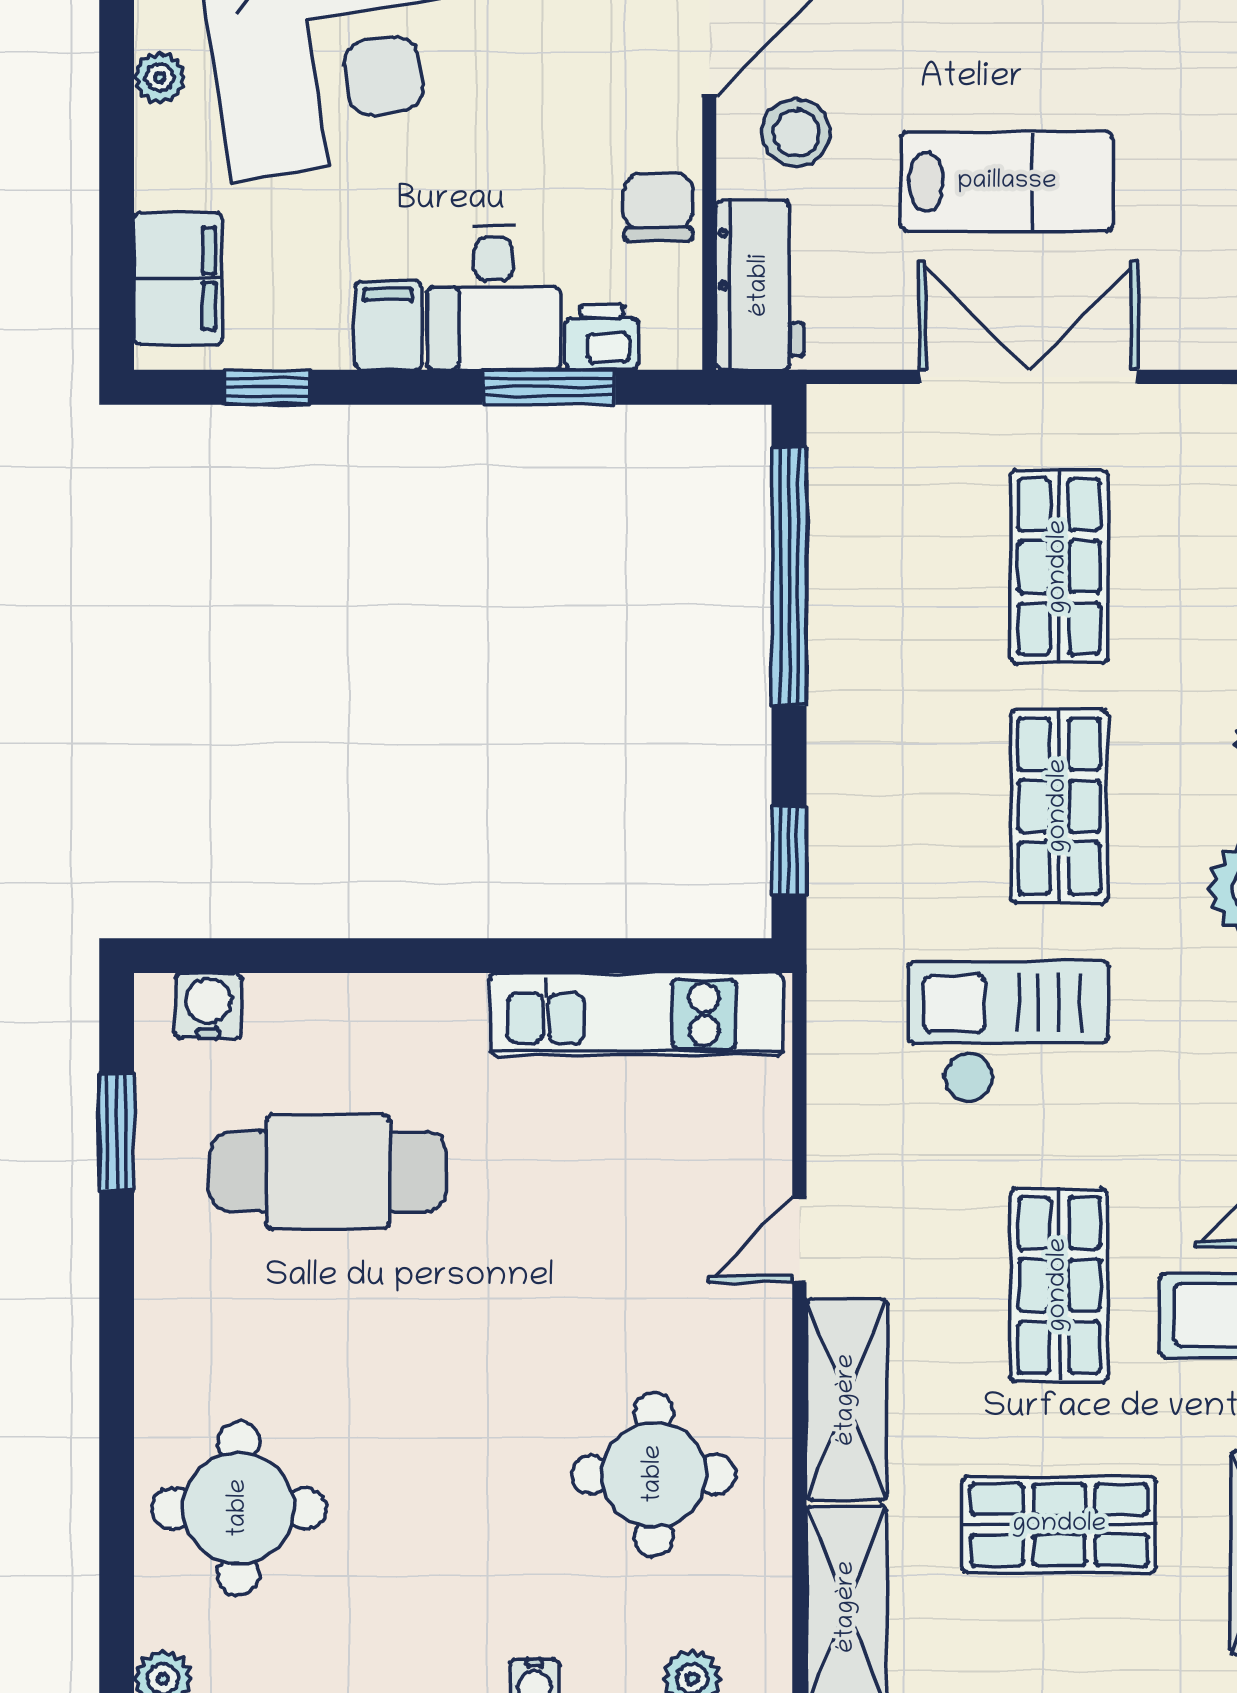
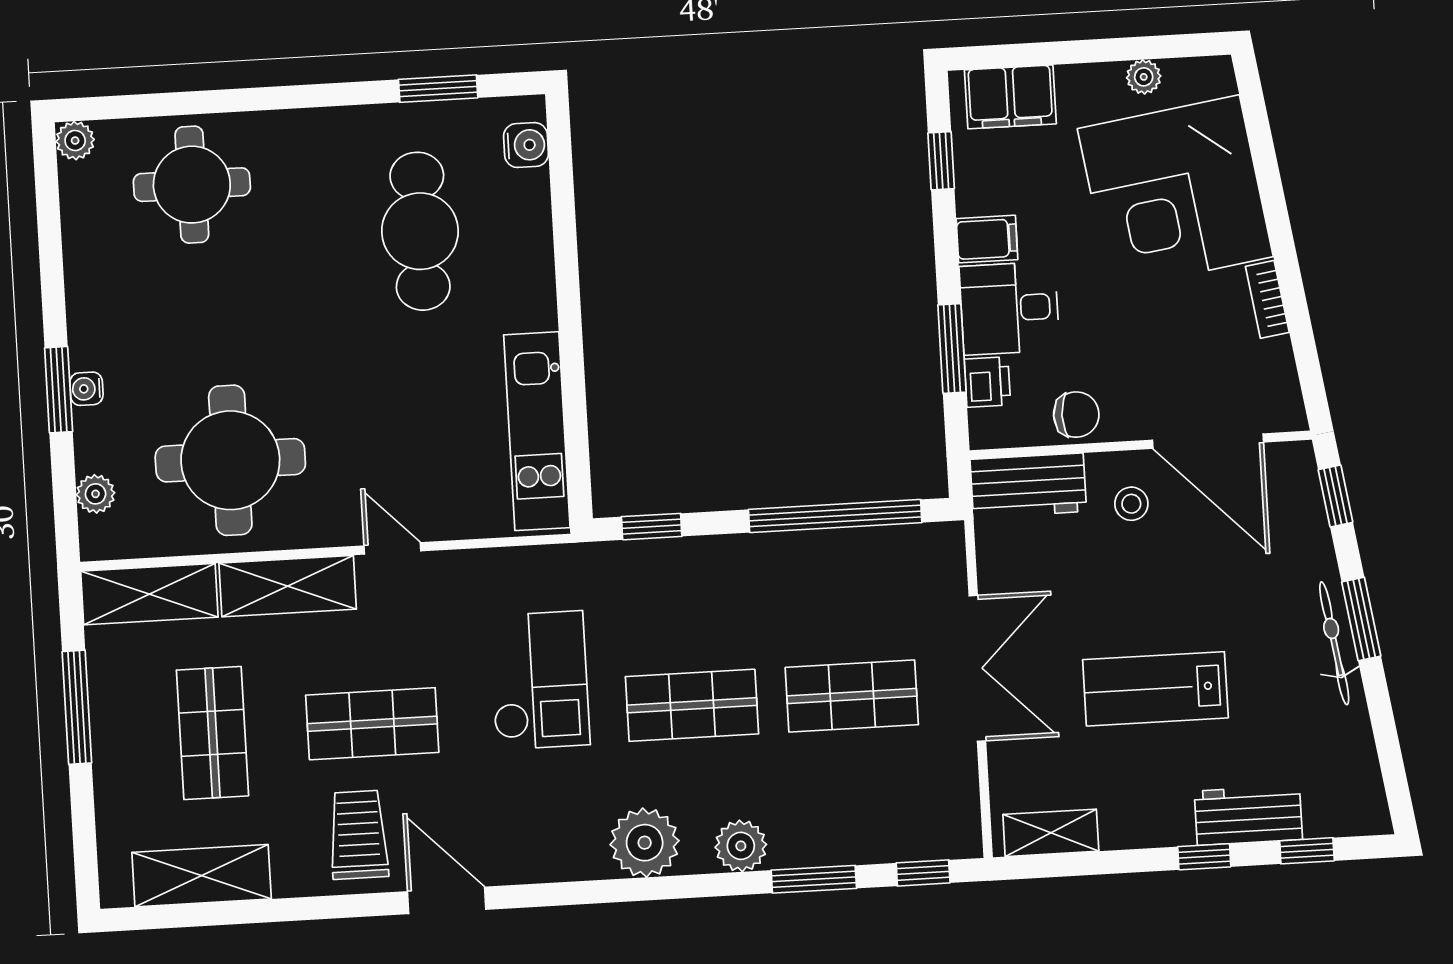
stool: (796, 133) -> (1131, 504), width x0.73, depth x0.73
lab bench: (1007, 182) -> (1155, 689), moved, turned 90
round table: (654, 1474) -> (230, 460), width x1.36, depth x1.36

